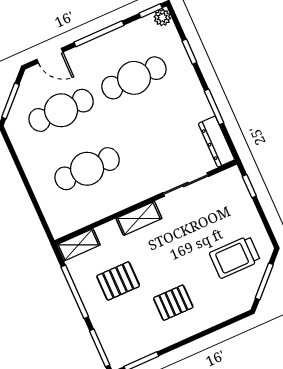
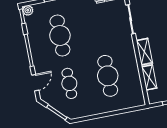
cafe table: (61, 110) -> (69, 83), width x0.73, depth x0.74
shelving: (78, 245) -> (149, 77), moved

